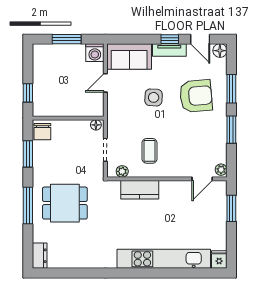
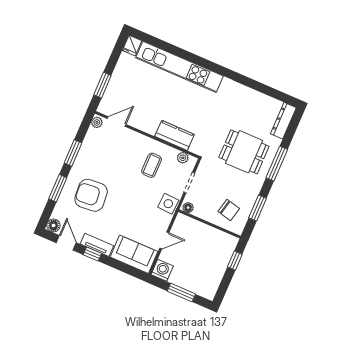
side table: (154, 97) -> (168, 204), moved
chair: (42, 132) -> (229, 210), moved, turned 103
dresser: (40, 256) -> (283, 121), width x1.44

